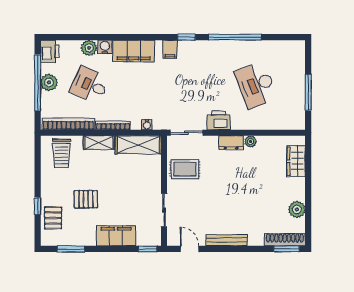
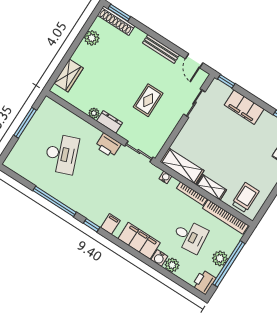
desk: (90, 85) -> (190, 236), turned -30
rug: (185, 169) -> (148, 100), moved, turned 90
pallet: (86, 199) -> (249, 150), removed

